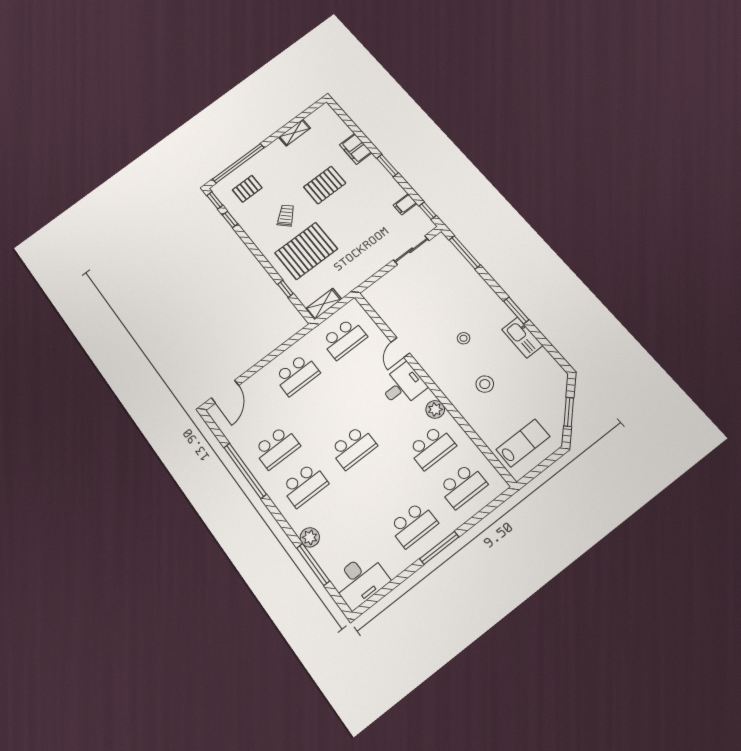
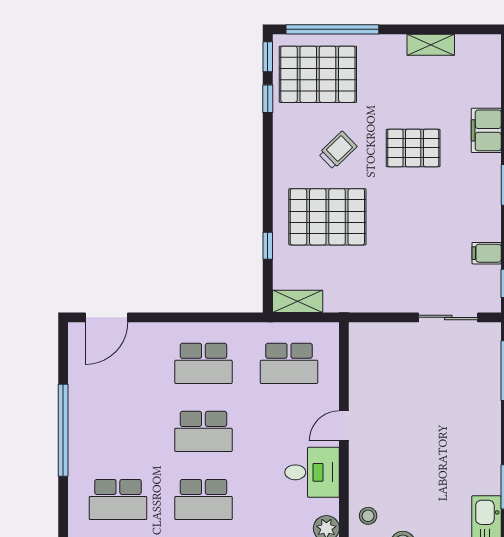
pallet: (247, 189) -> (318, 74), width x2.05, depth x2.00
stool: (464, 338) -> (368, 516), moved
school desk: (277, 447) -> (203, 431), moved

